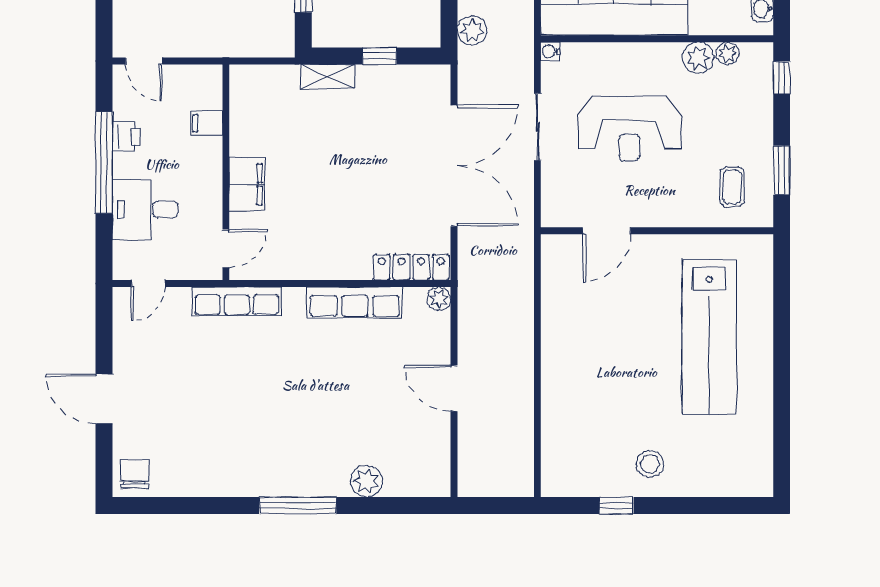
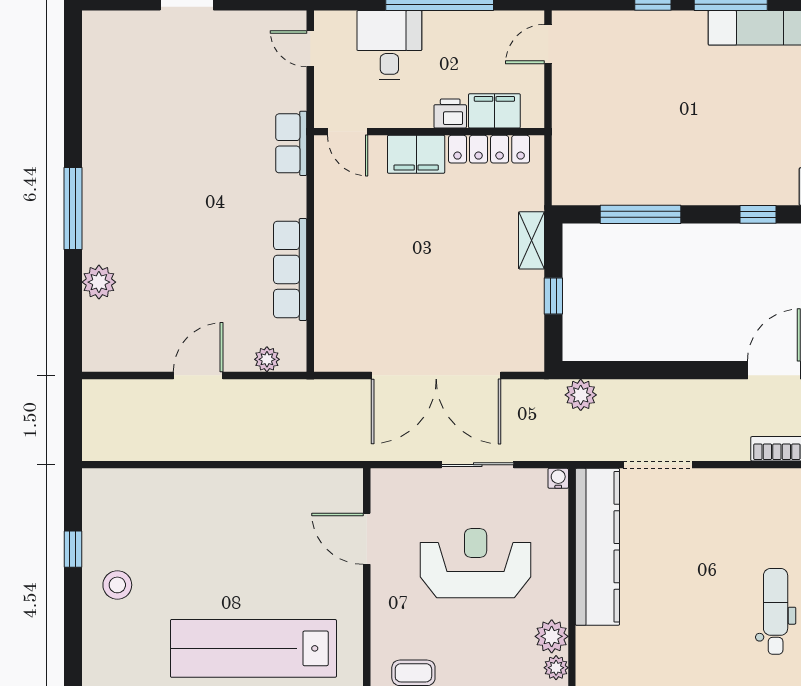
filing cabinet: (206, 123) -> (494, 111), width x2.00
reception desk: (629, 129) -> (476, 563), turned 90
printer: (126, 137) -> (450, 113), moved, turned 180
locker: (411, 267) -> (489, 149), moved, turned 90
plant: (439, 299) -> (267, 359), moved
row of seats: (237, 301) -> (291, 143), width x0.68
chair: (135, 474) -> (106, 34), removed

